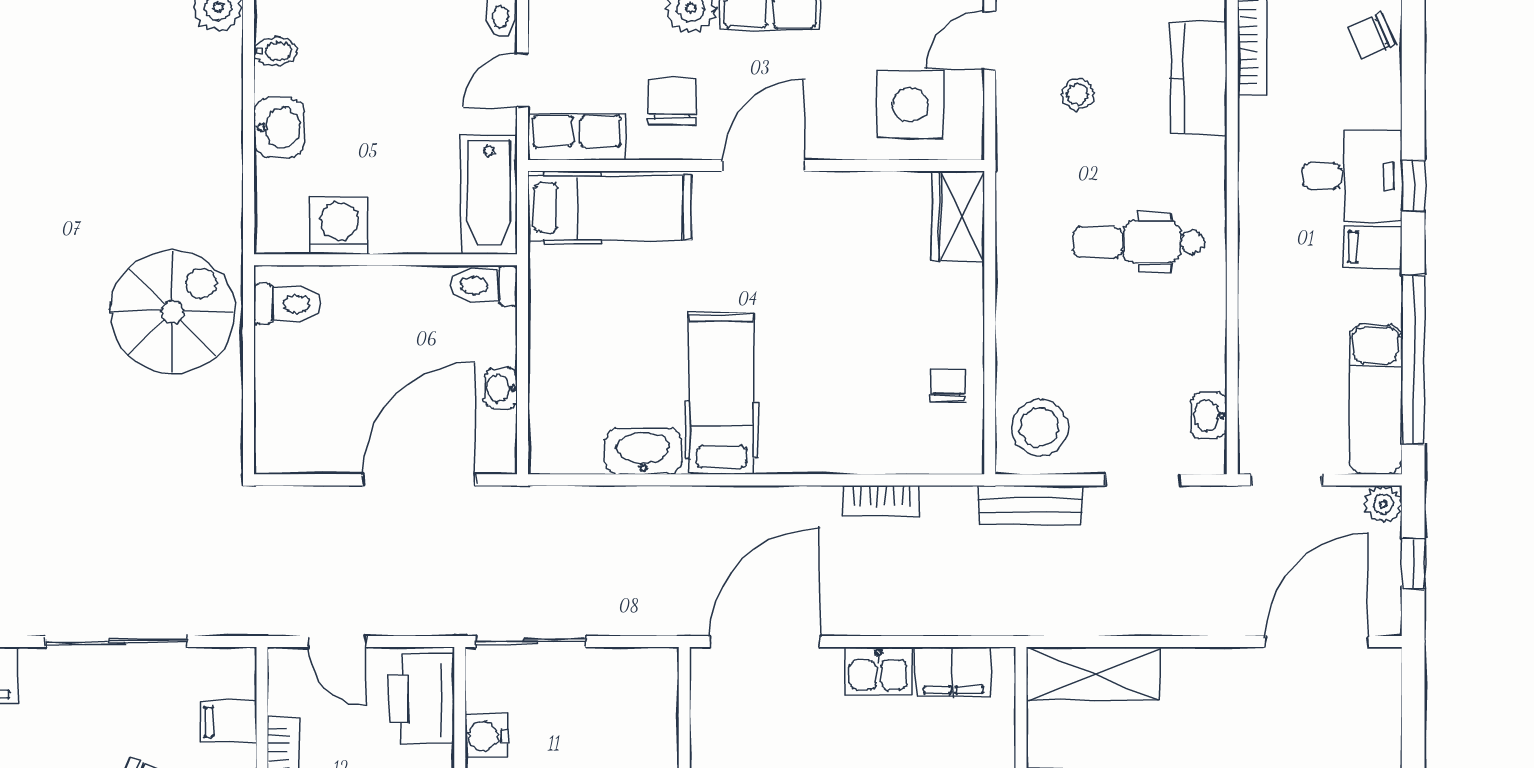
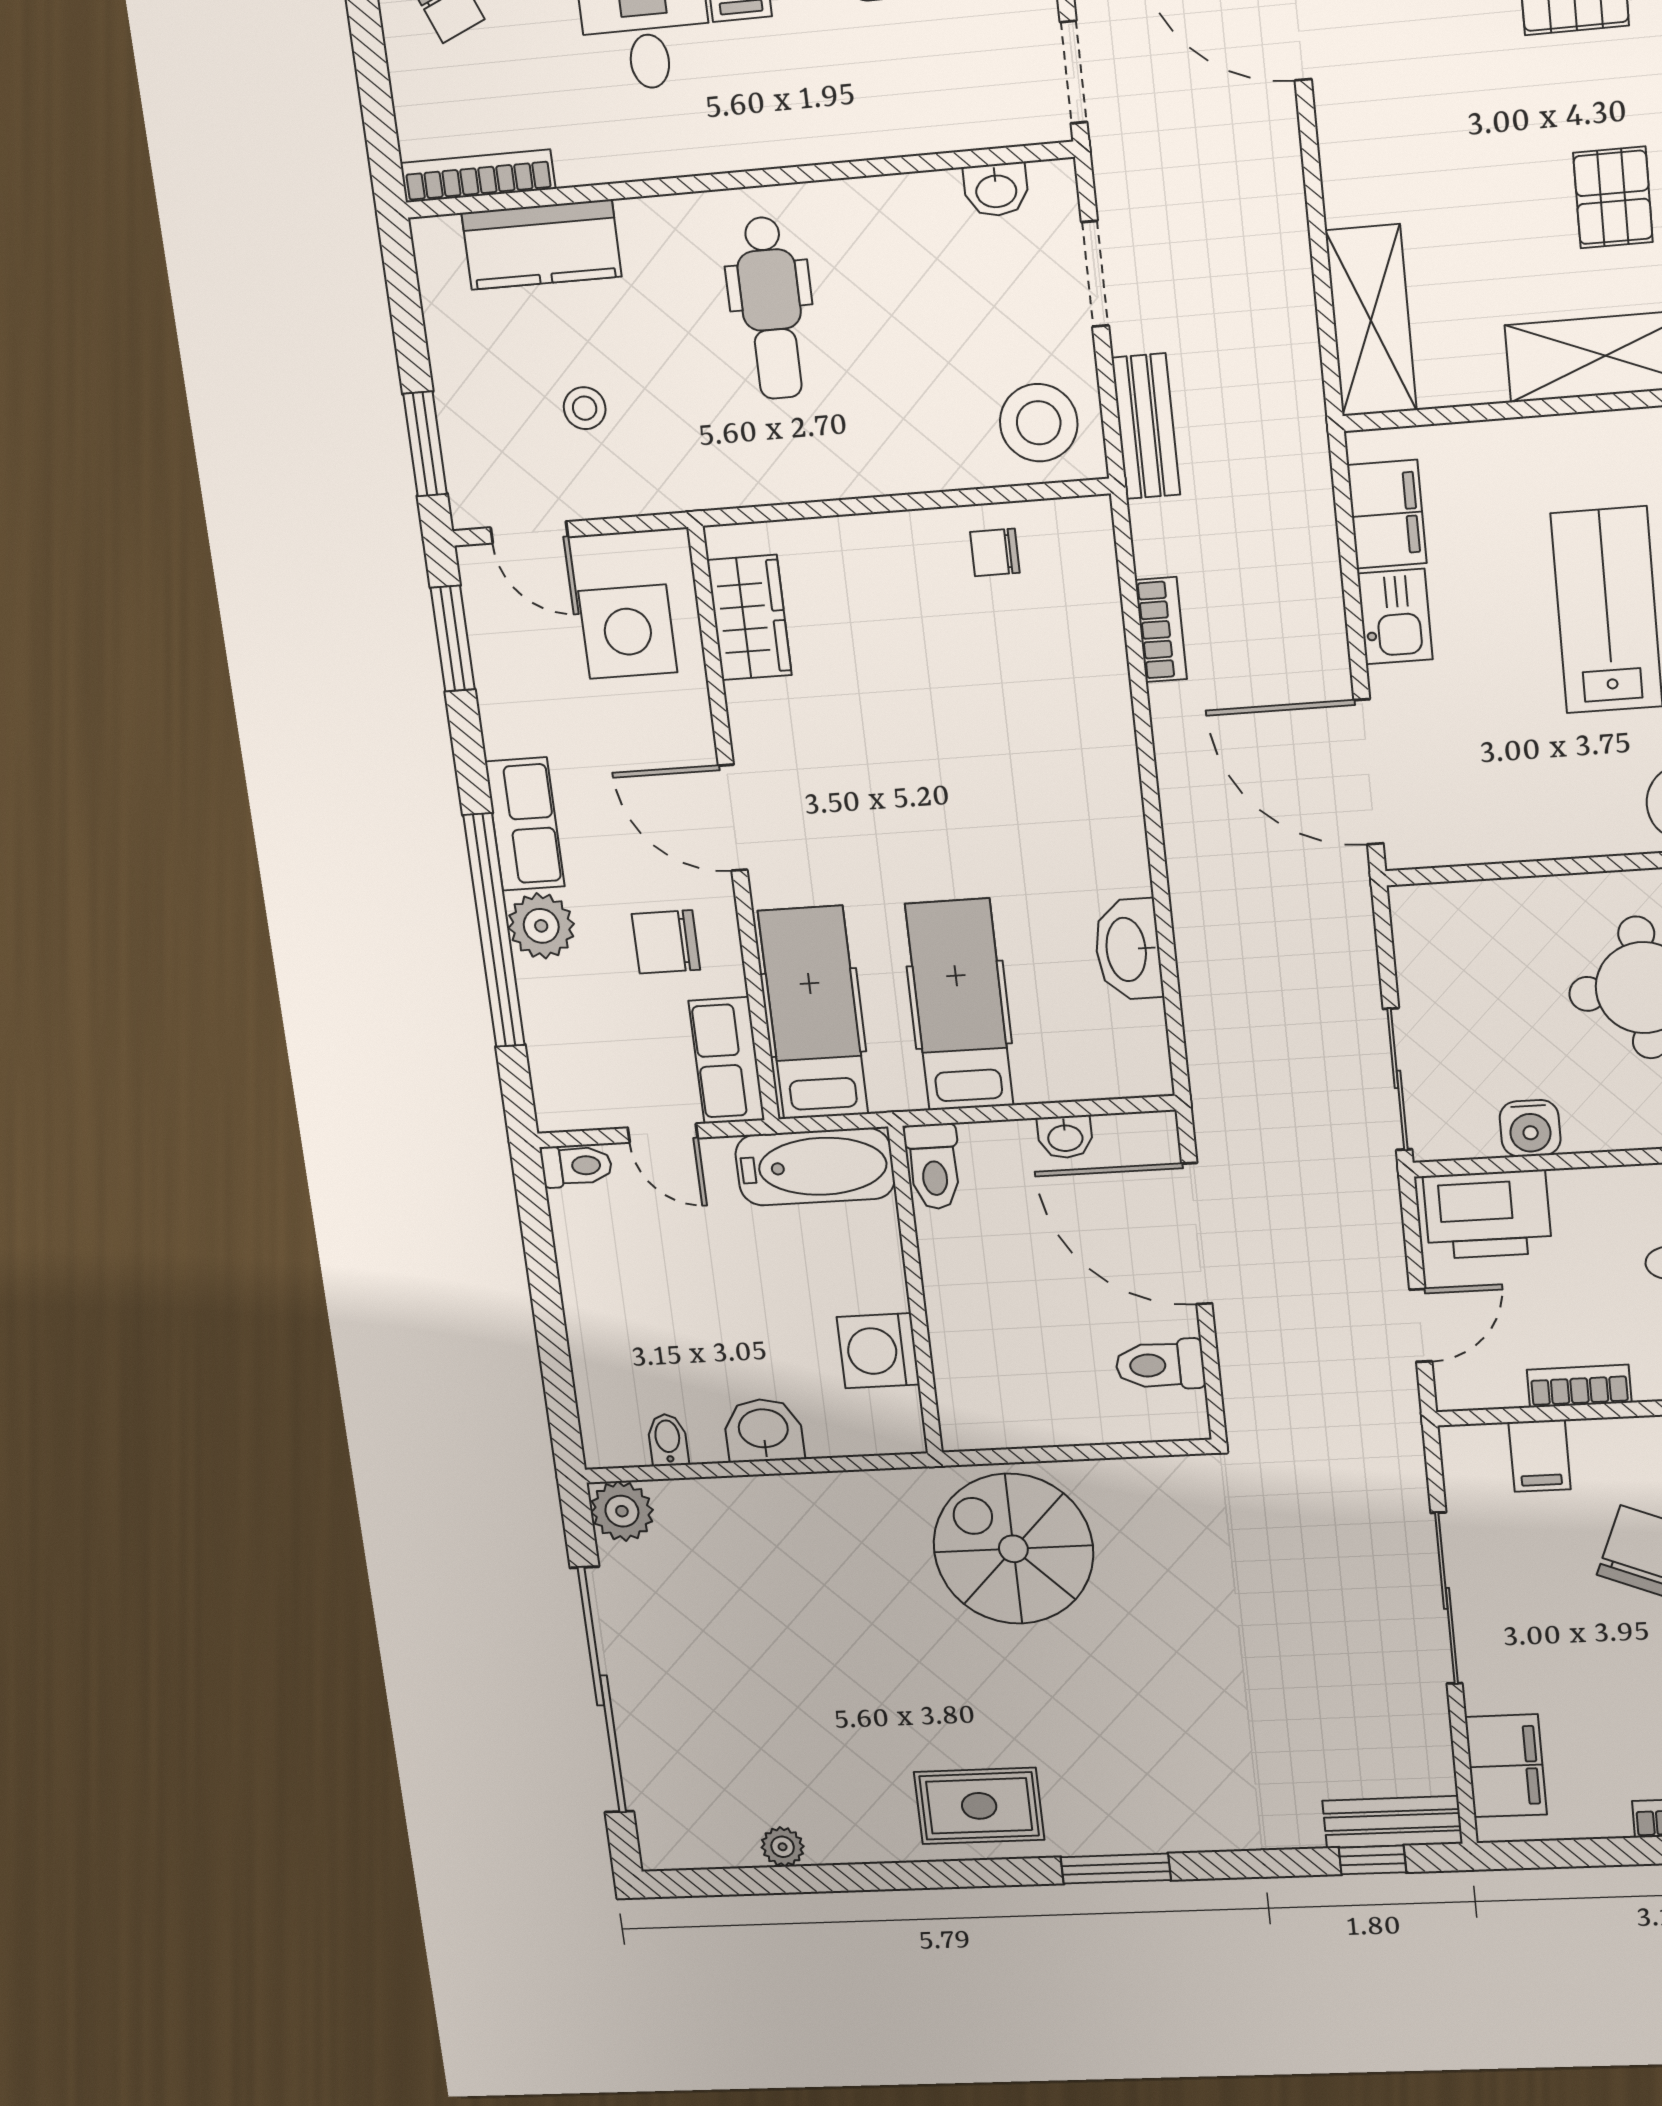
wardrobe: (958, 216) -> (749, 618), moved, turned -90
toilet: (287, 304) -> (1160, 1365), moved, turned -90
hospital bed: (721, 394) -> (959, 1005), moved, turned 90

